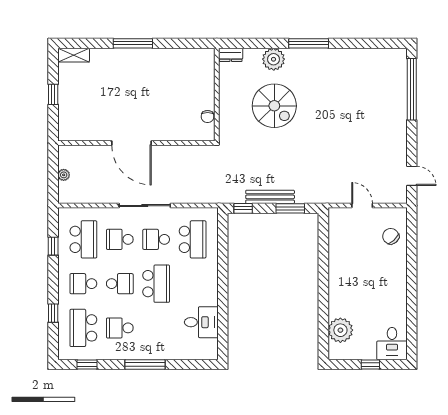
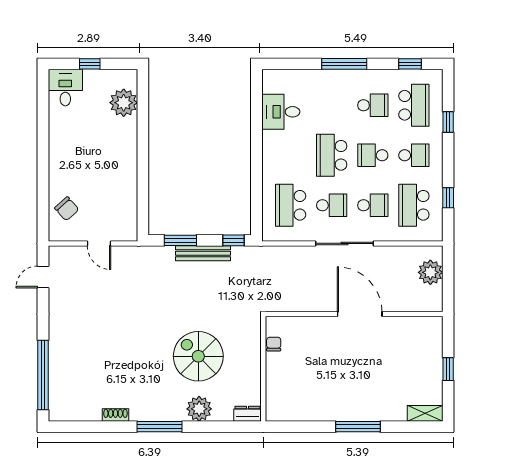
shoe rack: (348, 54) -> (115, 415), added
plant: (64, 175) -> (430, 272), width x1.88, depth x1.88
door: (412, 176) -> (43, 277), hinge flipped

